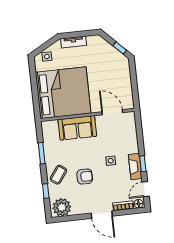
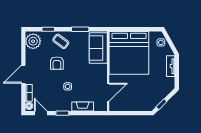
sofa: (77, 128) -> (98, 48), moved
fireplace: (135, 167) -> (83, 106), moved

